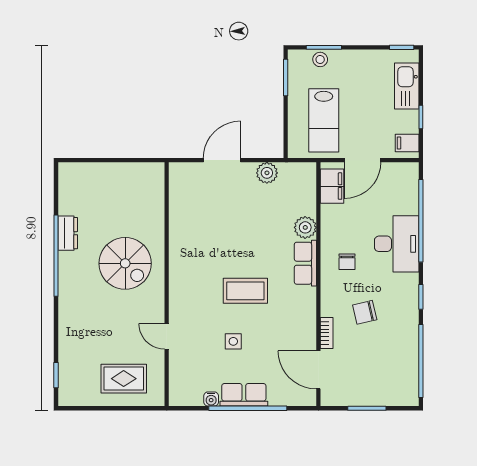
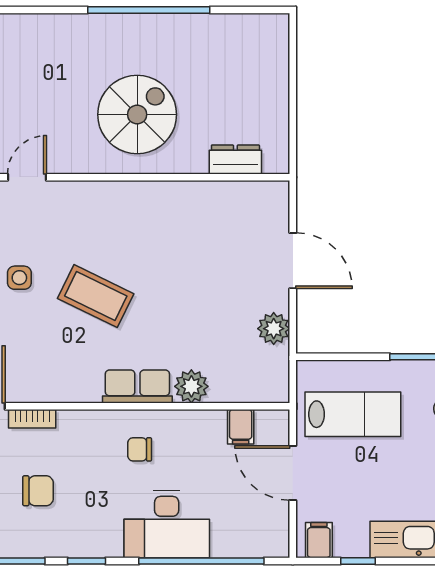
lab bench: (324, 120) -> (353, 414), turned 180
filing cabinet: (332, 186) -> (241, 427), width x0.50
dresser: (68, 233) -> (235, 160), moved, turned 180
spiral stairs: (125, 263) -> (137, 115), turned 180
coffee table: (245, 291) -> (96, 296), turned -64
chair: (365, 312) -> (38, 491), moved, turned 103

